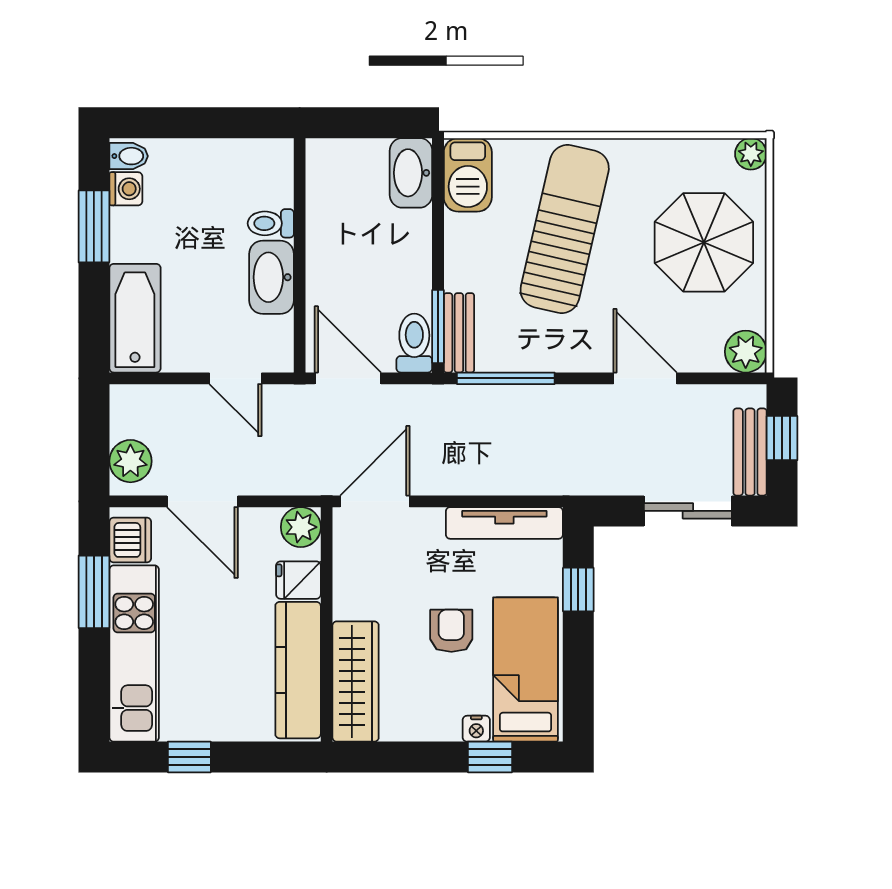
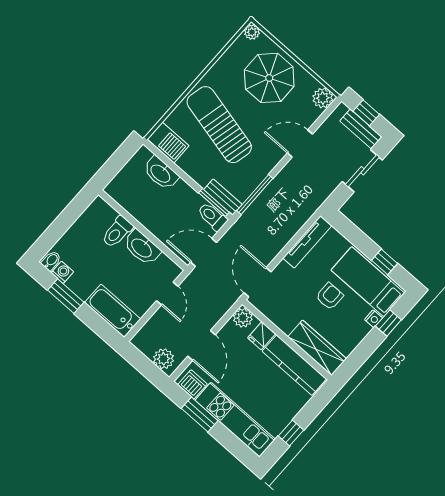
washbasin: (411, 173) -> (161, 173), moved
toilet: (271, 223) -> (117, 232), width x1.37, depth x1.39
door: (235, 378) -> (167, 293), hinge flipped
door: (202, 501) -> (202, 345), hinge flipped
window: (578, 590) -> (385, 262), moved
armchair: (451, 631) -> (330, 296), turned 90

